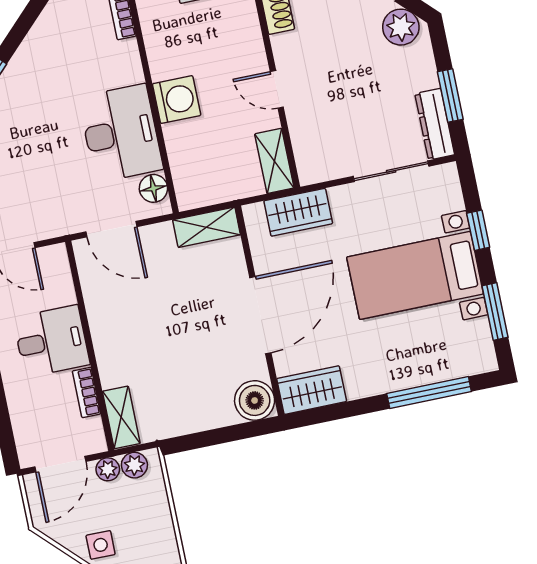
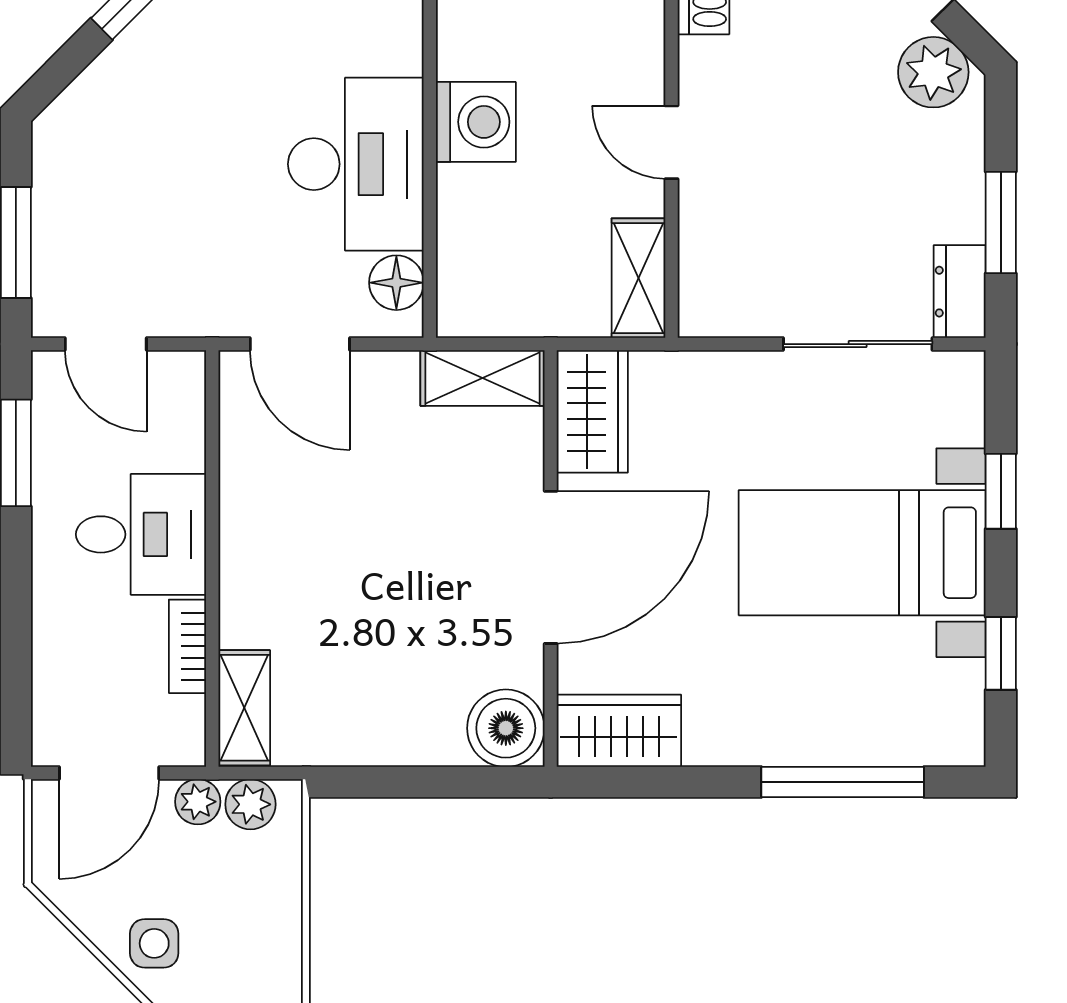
dresser: (435, 124) -> (960, 292), width x0.70
wardrobe: (298, 212) -> (592, 411), moved, turned -90
window: (495, 312) -> (1001, 653), width x0.67

